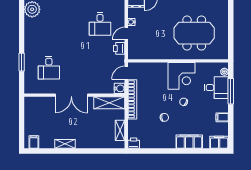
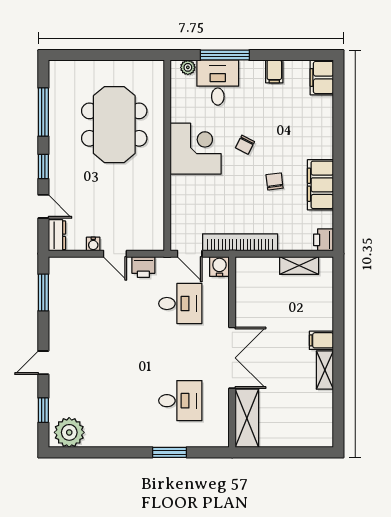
desk: (100, 24) -> (180, 304), moved
shelving: (109, 103) -> (247, 418), moved
filing cabinet: (34, 142) -> (321, 340), moved
filing cabinet: (189, 142) -> (320, 185), moved

